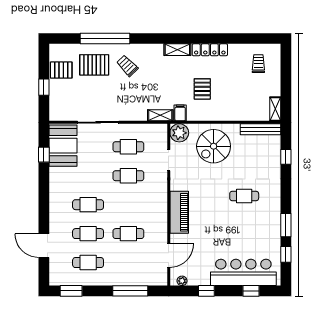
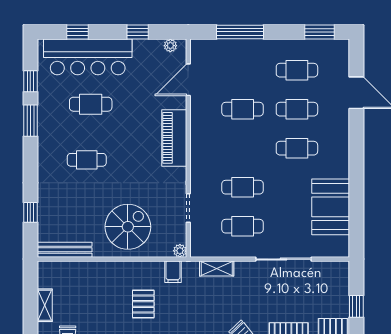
shelving: (275, 109) -> (45, 305), moved
shelving: (160, 115) -> (217, 268), moved
plant: (179, 133) -> (180, 251), width x0.53, depth x0.53
booth: (63, 146) -> (331, 207), moved
window: (44, 155) -> (356, 215), removed
cafe table: (241, 237) -> (91, 104), added

